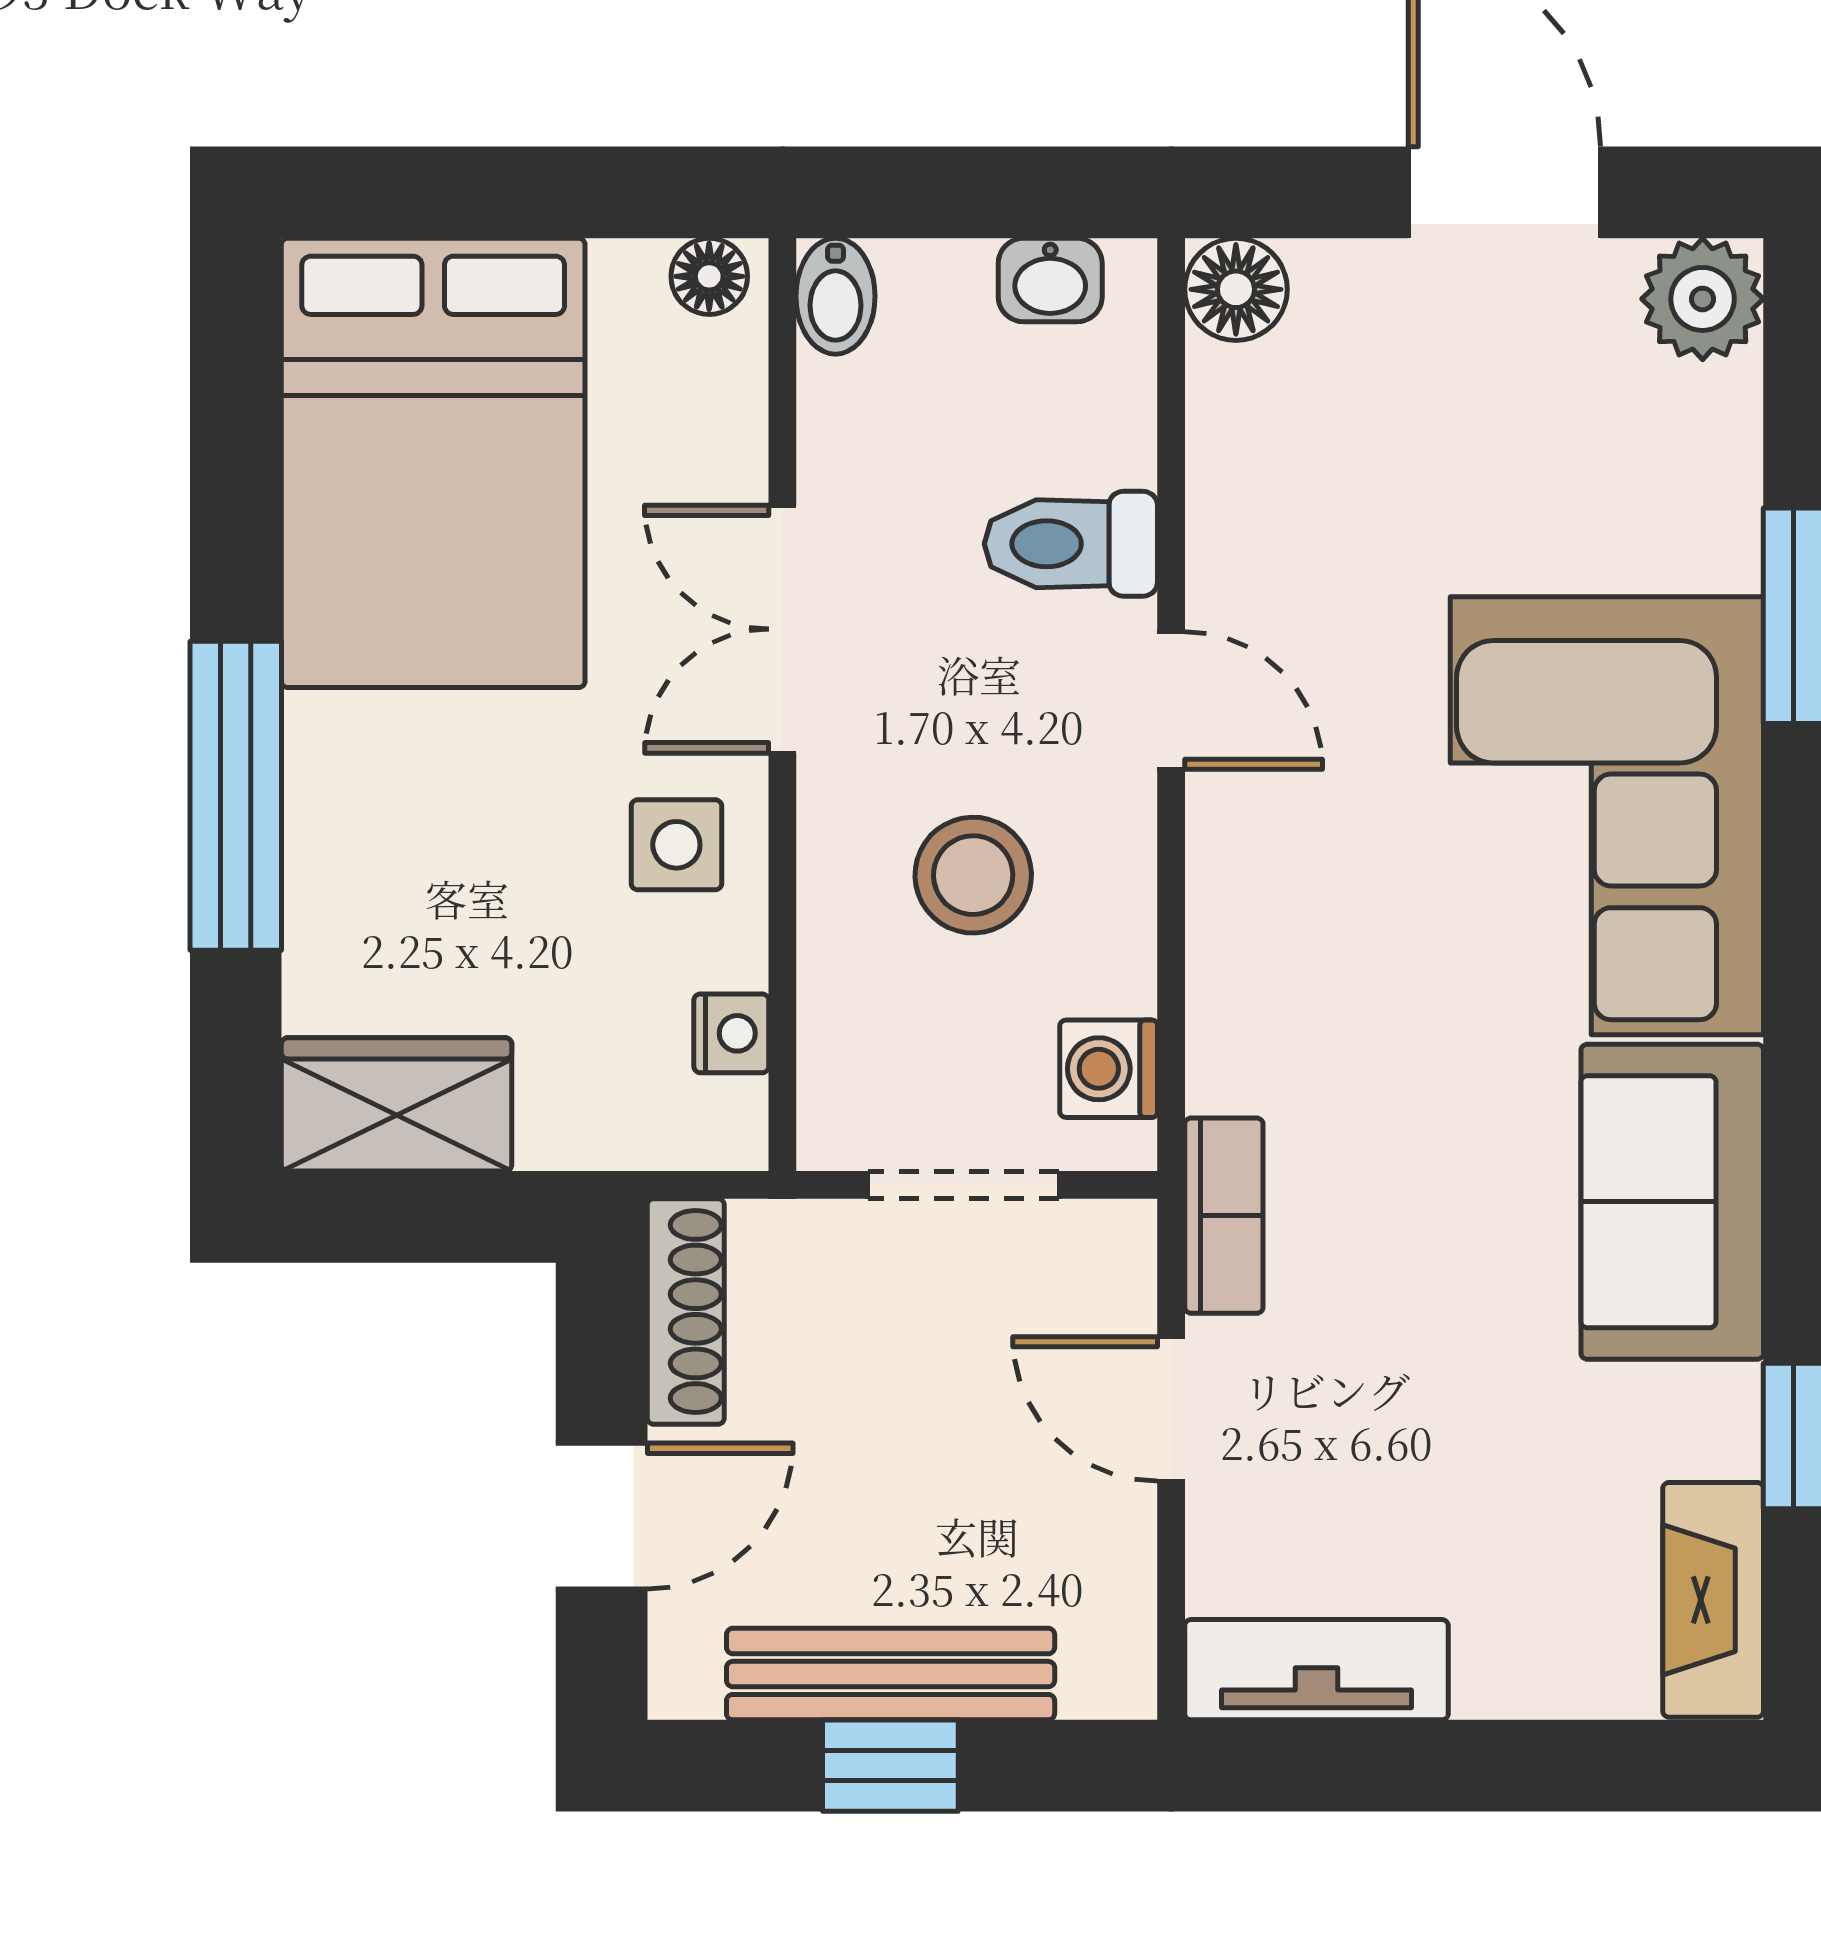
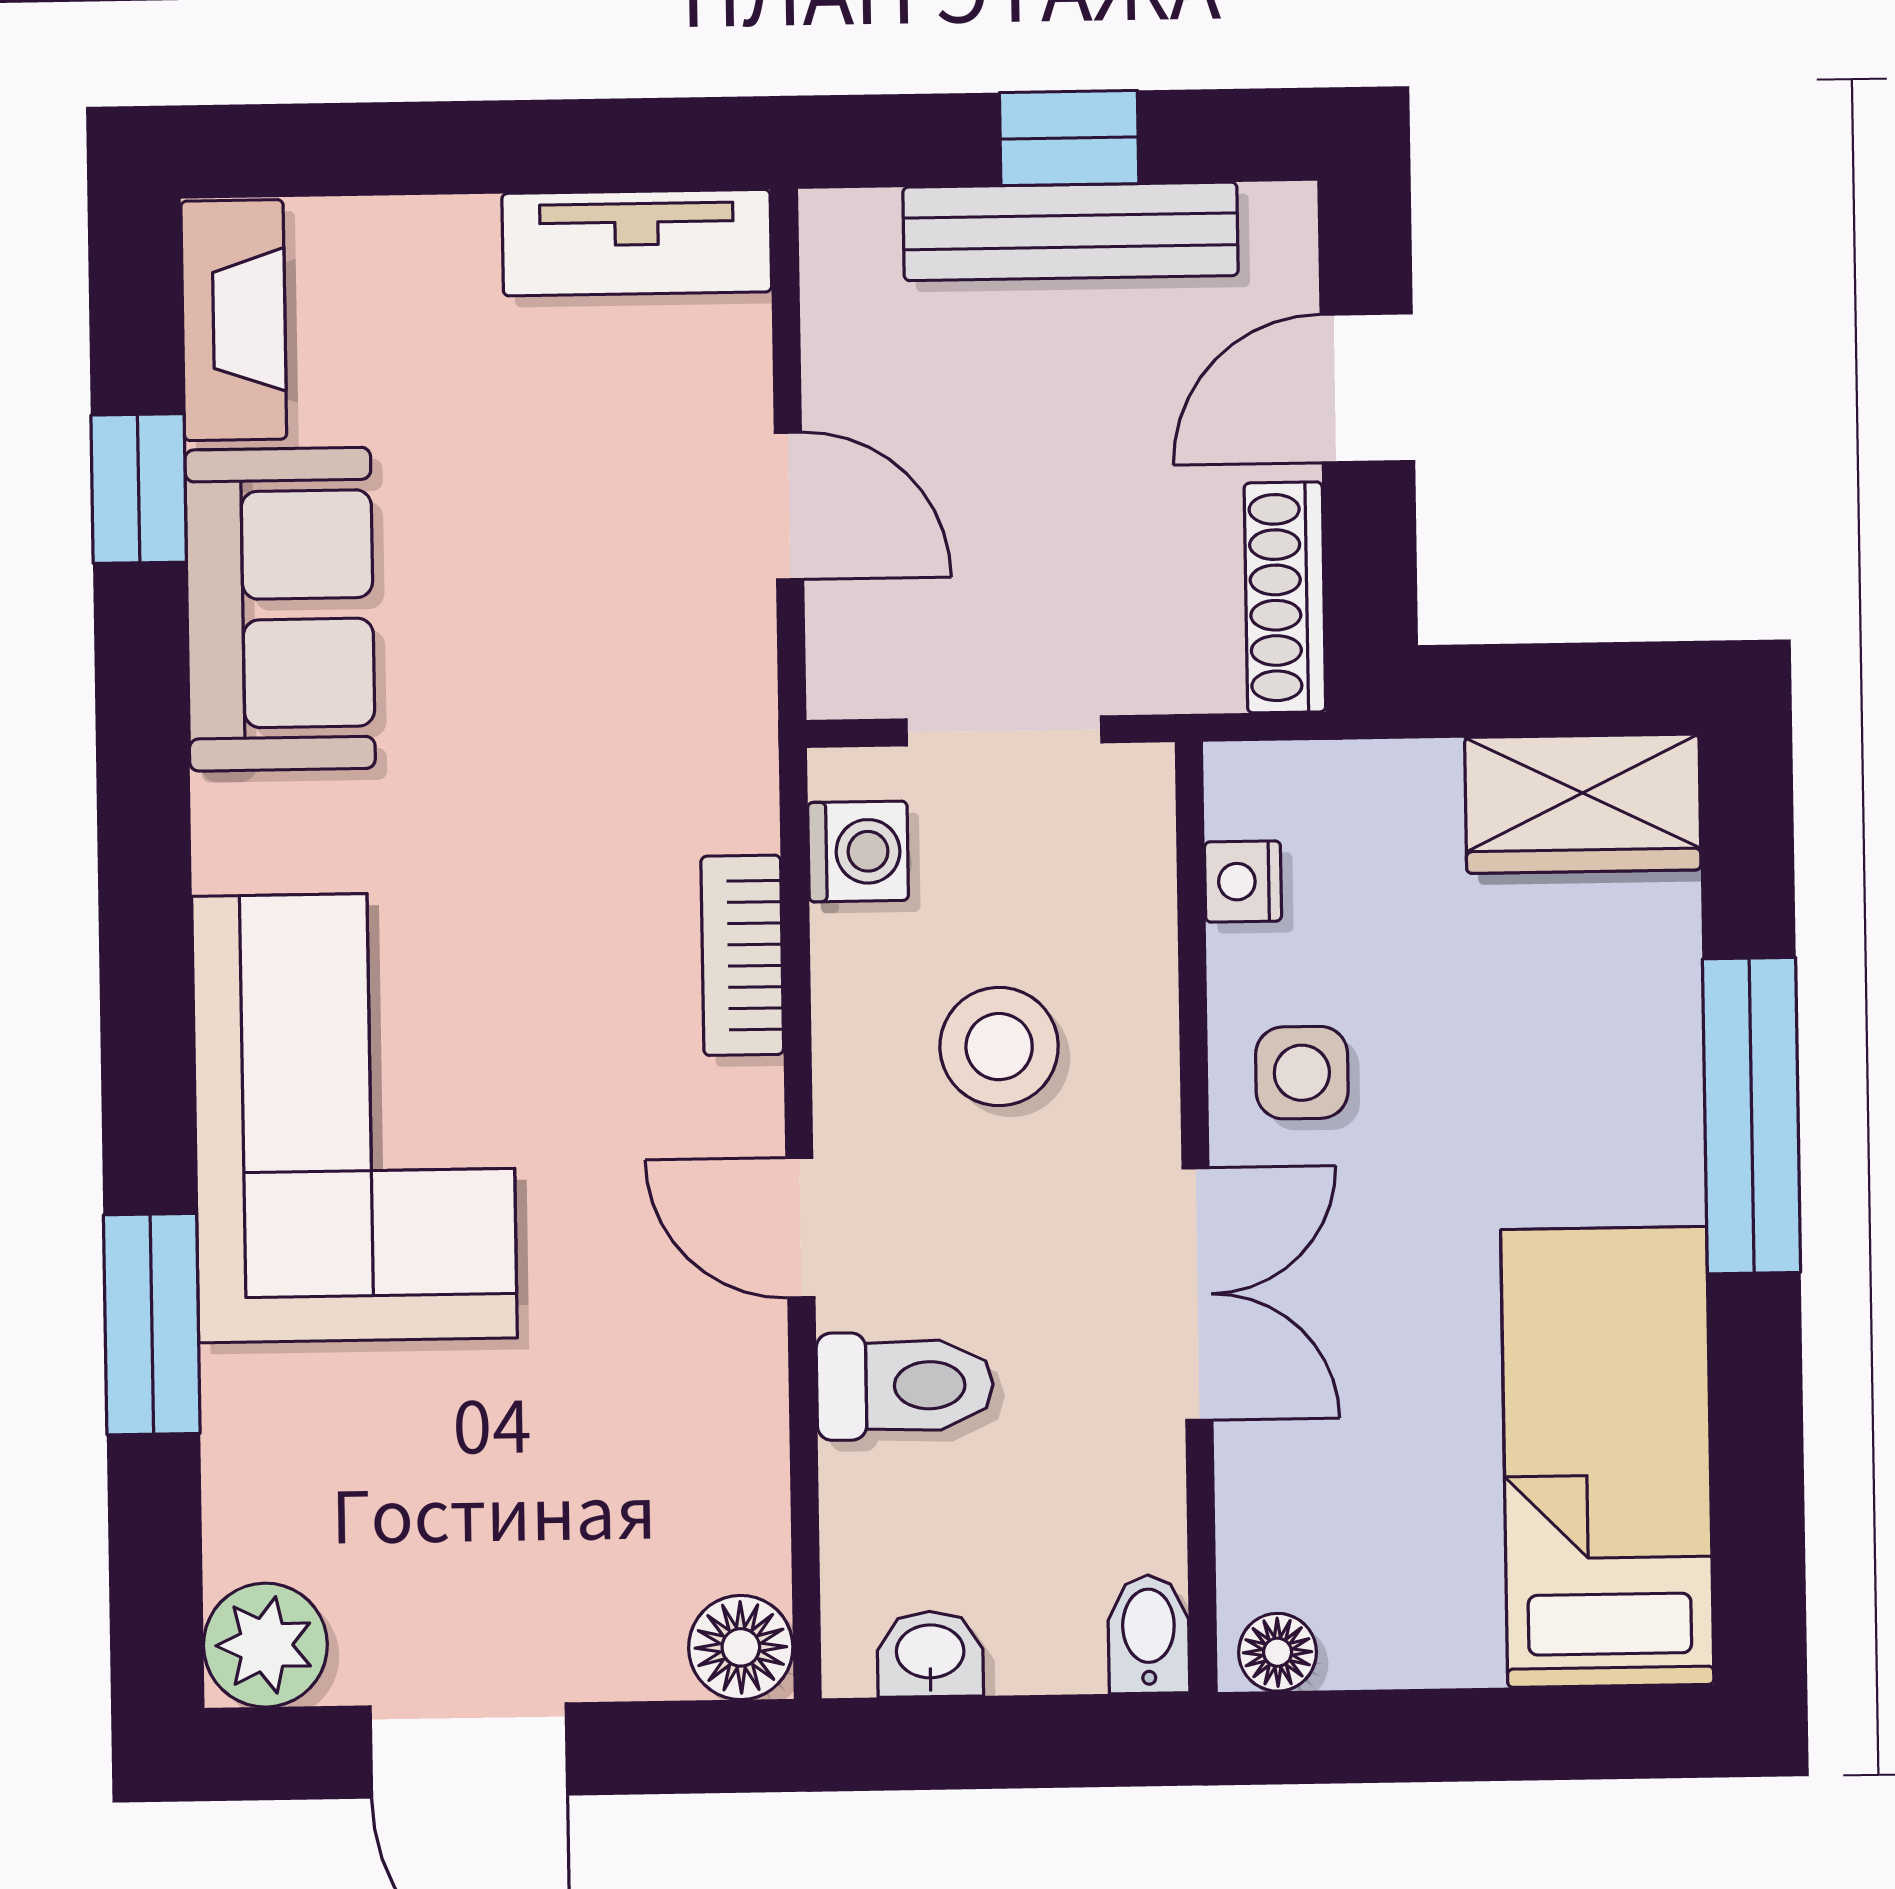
bed: (433, 463) -> (1607, 1457), width x0.67
sofa: (1672, 1202) -> (280, 609), moved
bookcase: (1224, 1216) -> (742, 955), moved

